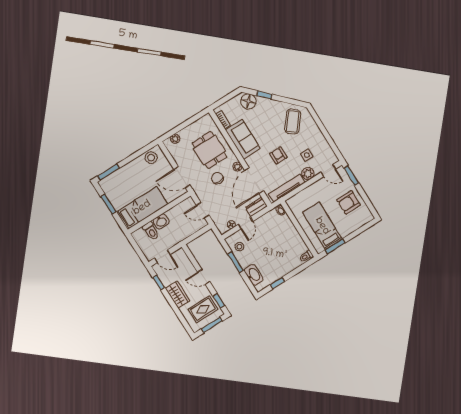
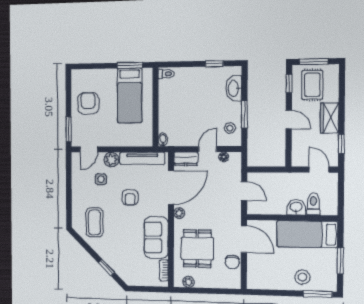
floor lamp: (248, 101) -> (127, 272), removed
coffee table: (293, 122) -> (94, 222), turned -38
plant: (175, 139) -> (188, 282), moved
stool: (151, 158) -> (302, 277), moved
door: (328, 171) -> (89, 149), swing flipped
chair: (217, 178) -> (232, 262), moved
armchair: (349, 202) -> (88, 103), turned -90
rug: (203, 309) -> (312, 85), turned 90

